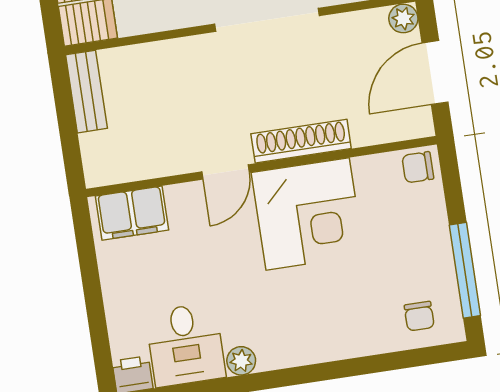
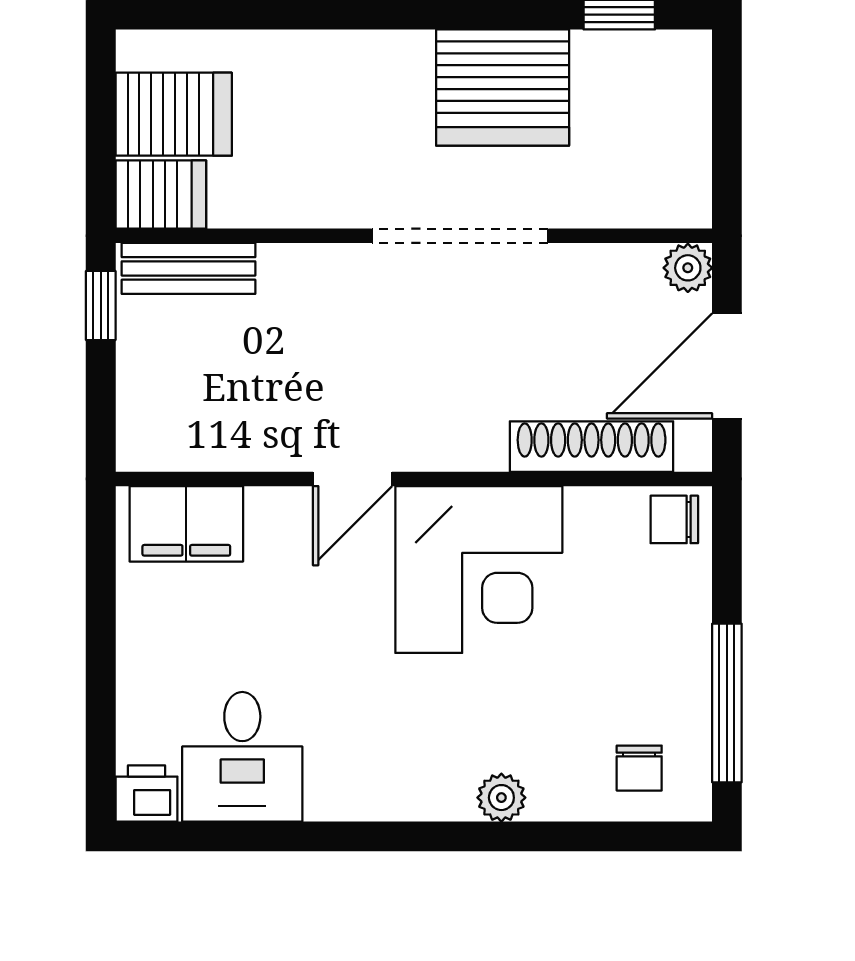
bench: (86, 92) -> (189, 268), moved, turned 90
window: (62, 93) -> (101, 306), added
shoe rack: (301, 141) -> (592, 447), moved
plant: (241, 361) -> (501, 798), moved

